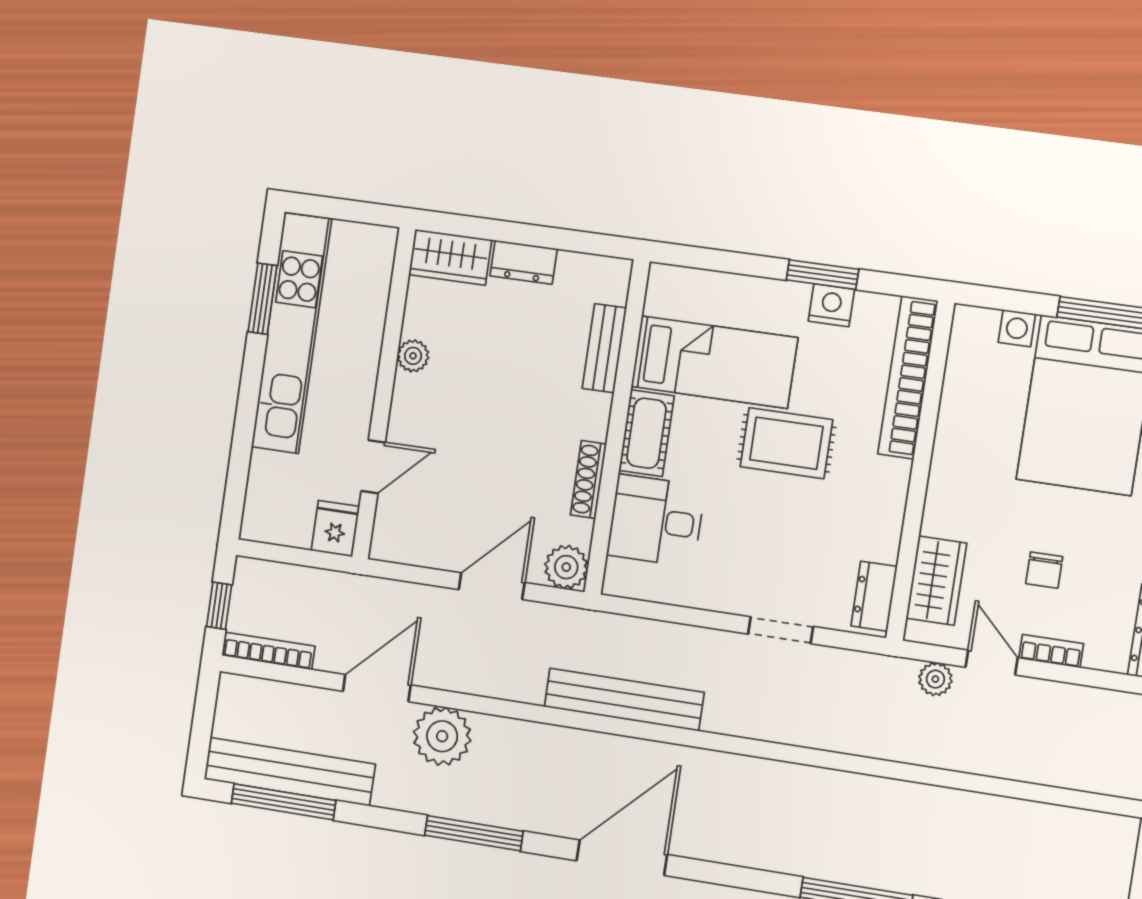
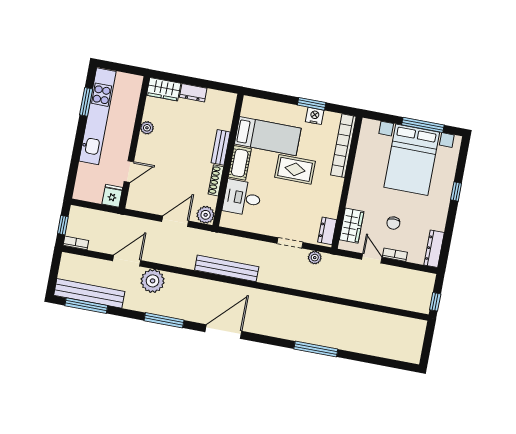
bench: (604, 348) -> (221, 147), moved
bookcase: (268, 651) -> (76, 243), width x0.64
plant: (935, 679) -> (315, 258), moved

